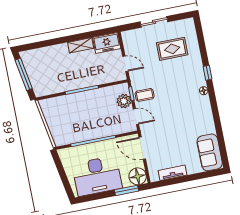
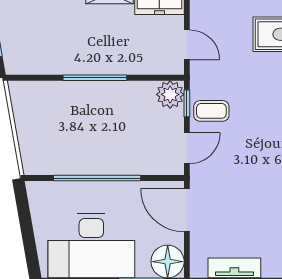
plant: (124, 101) -> (170, 94), moved
door: (136, 117) -> (187, 148), hinge flipped

